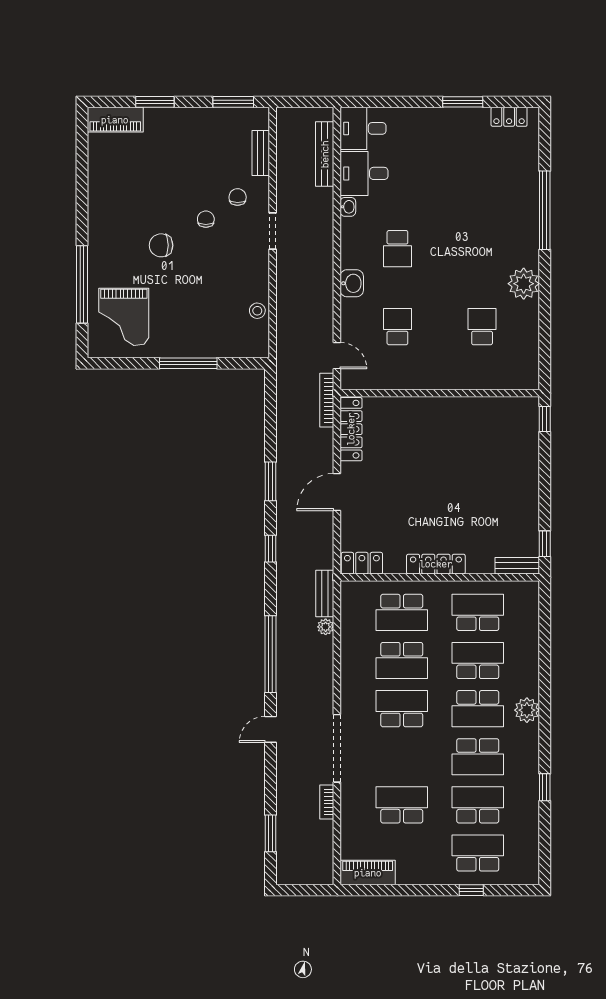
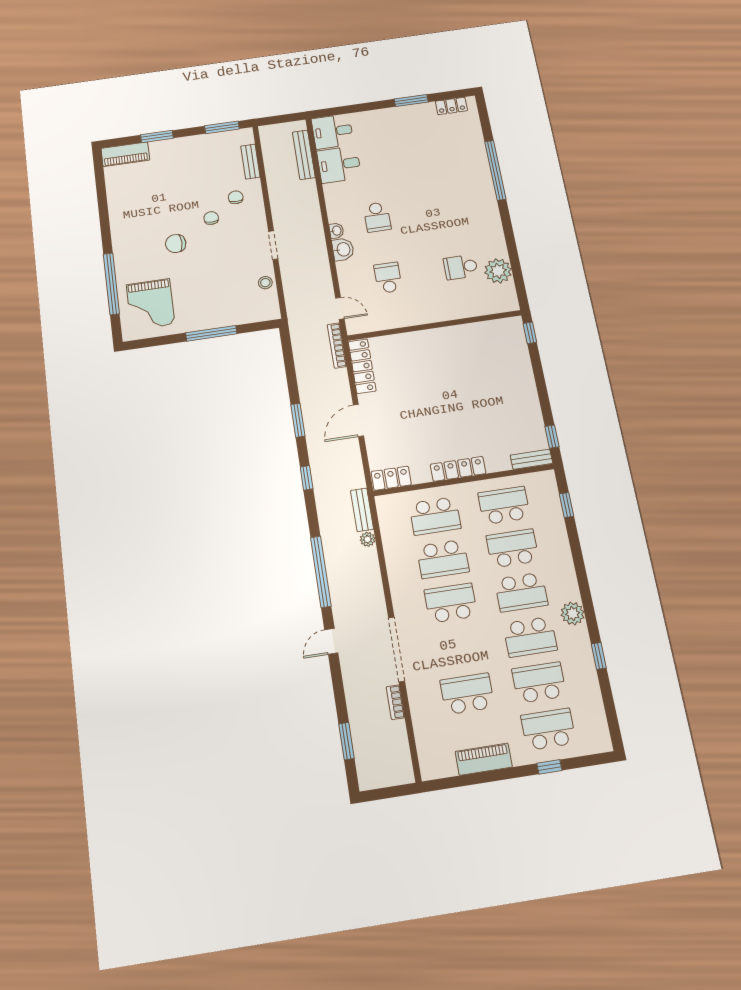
washbasin: (348, 207) -> (336, 231), moved
doorway: (273, 231) -> (273, 245), moved
plant: (524, 284) -> (498, 271), moved
school desk: (482, 327) -> (461, 267), turned -90
window: (545, 622) -> (567, 505), added
plant: (527, 710) -> (573, 614), moved
piano: (368, 873) -> (484, 759), moved

